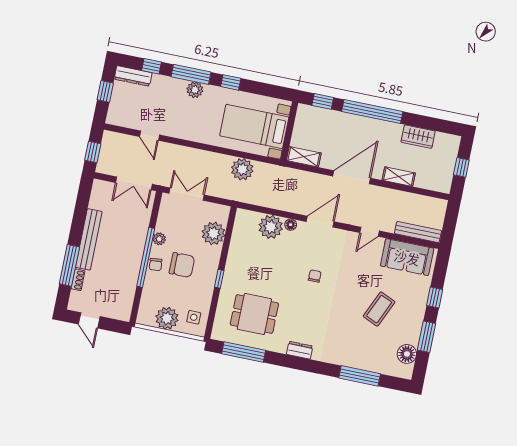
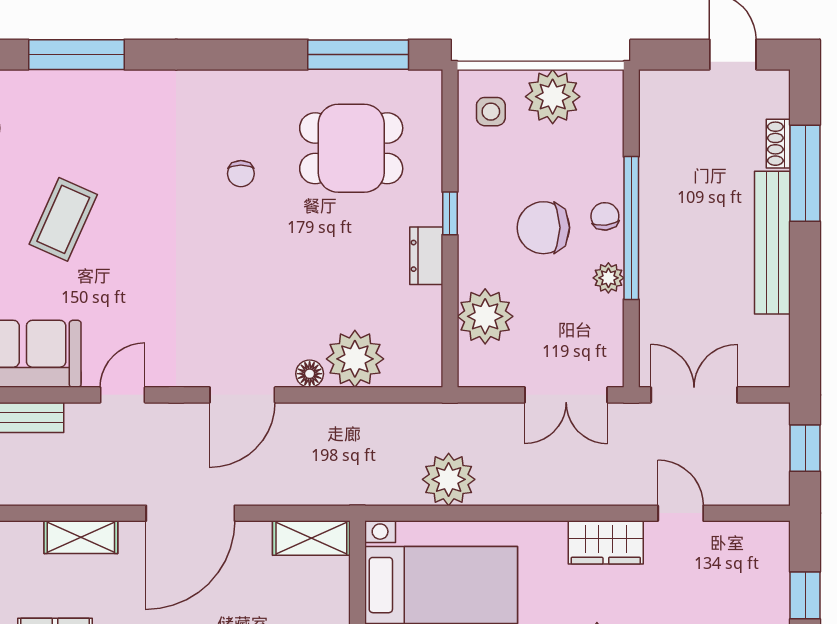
wardrobe: (183, 130) -> (606, 542), added
chair: (315, 276) -> (241, 174), moved
dresser: (300, 350) -> (426, 256), moved, turned 90

